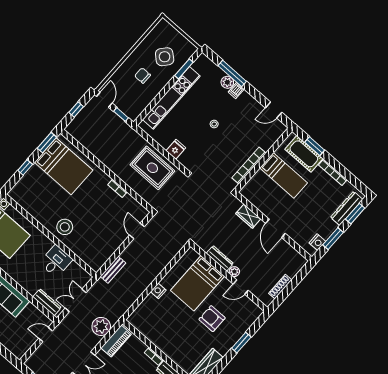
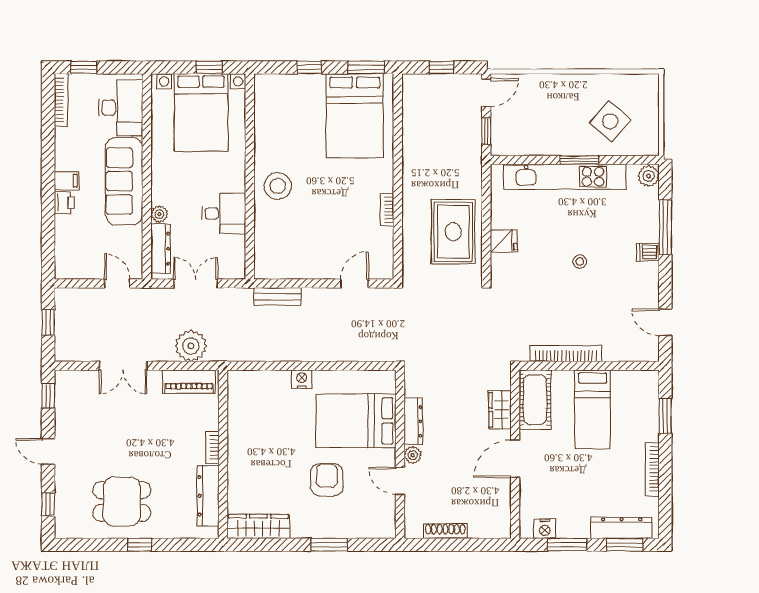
window: (184, 69) -> (579, 160), moved
chair: (143, 76) -> (561, 114), removed
plant: (227, 82) -> (649, 176), moved
cot: (304, 154) -> (535, 400), moved
plant: (31, 289) -> (159, 214), added

